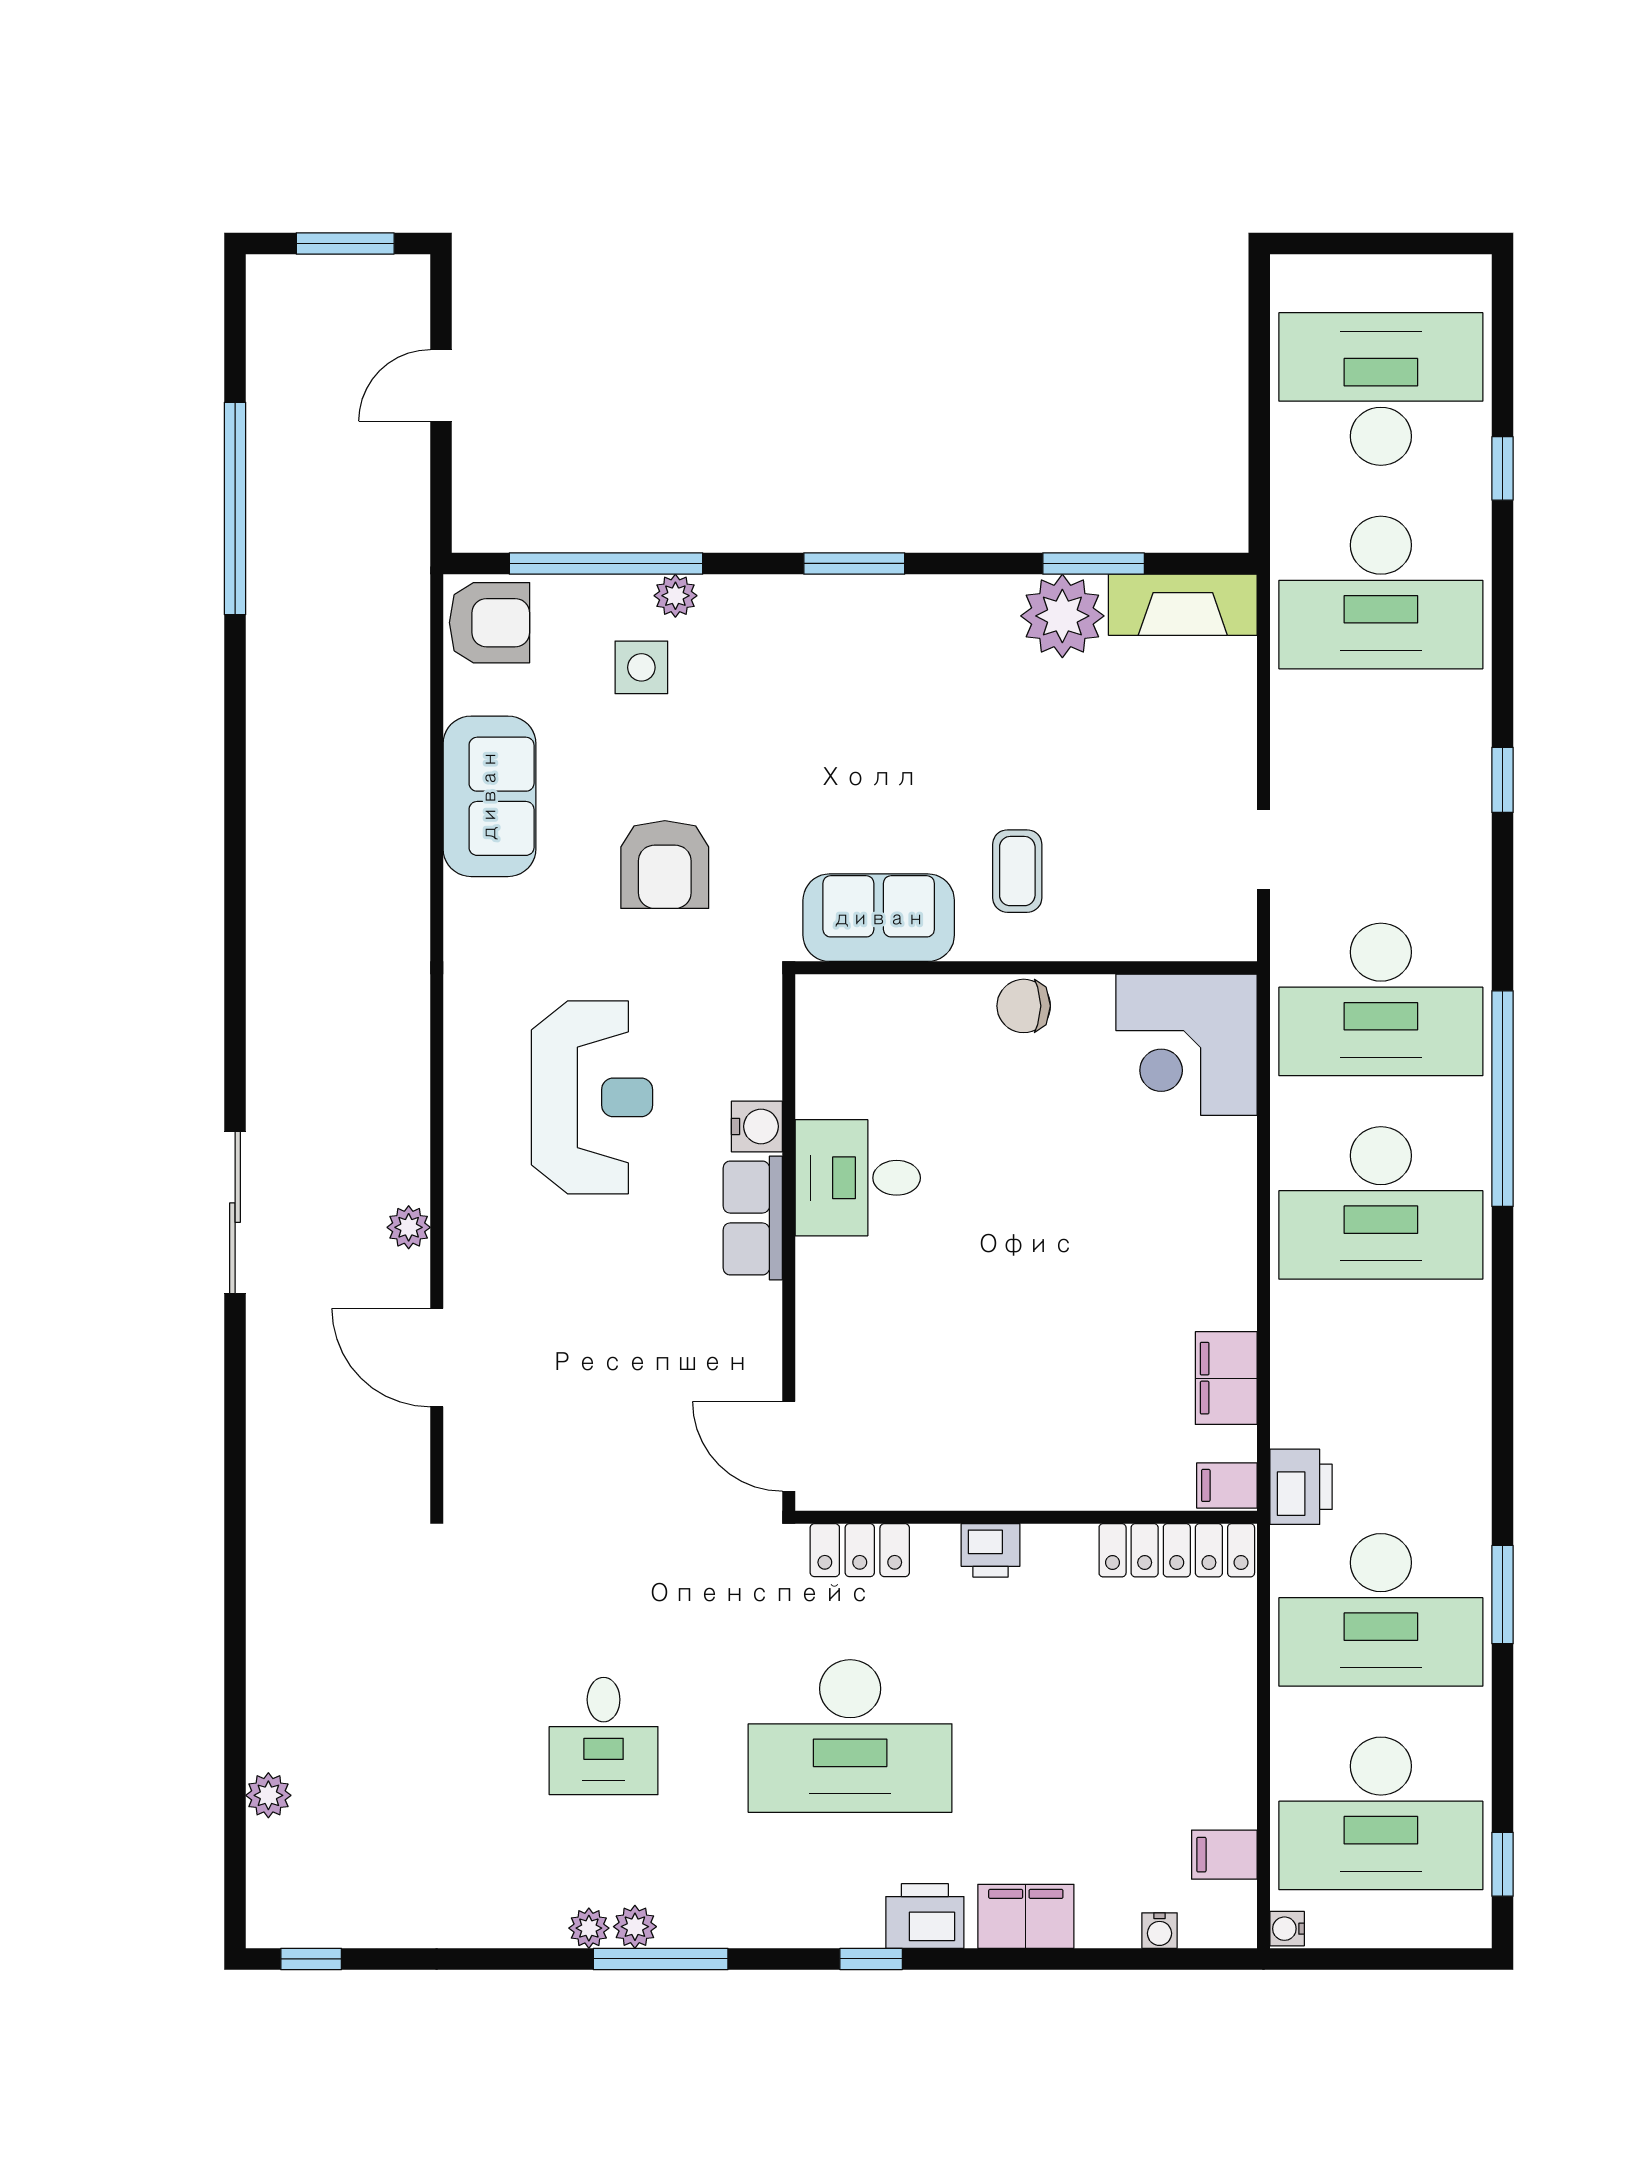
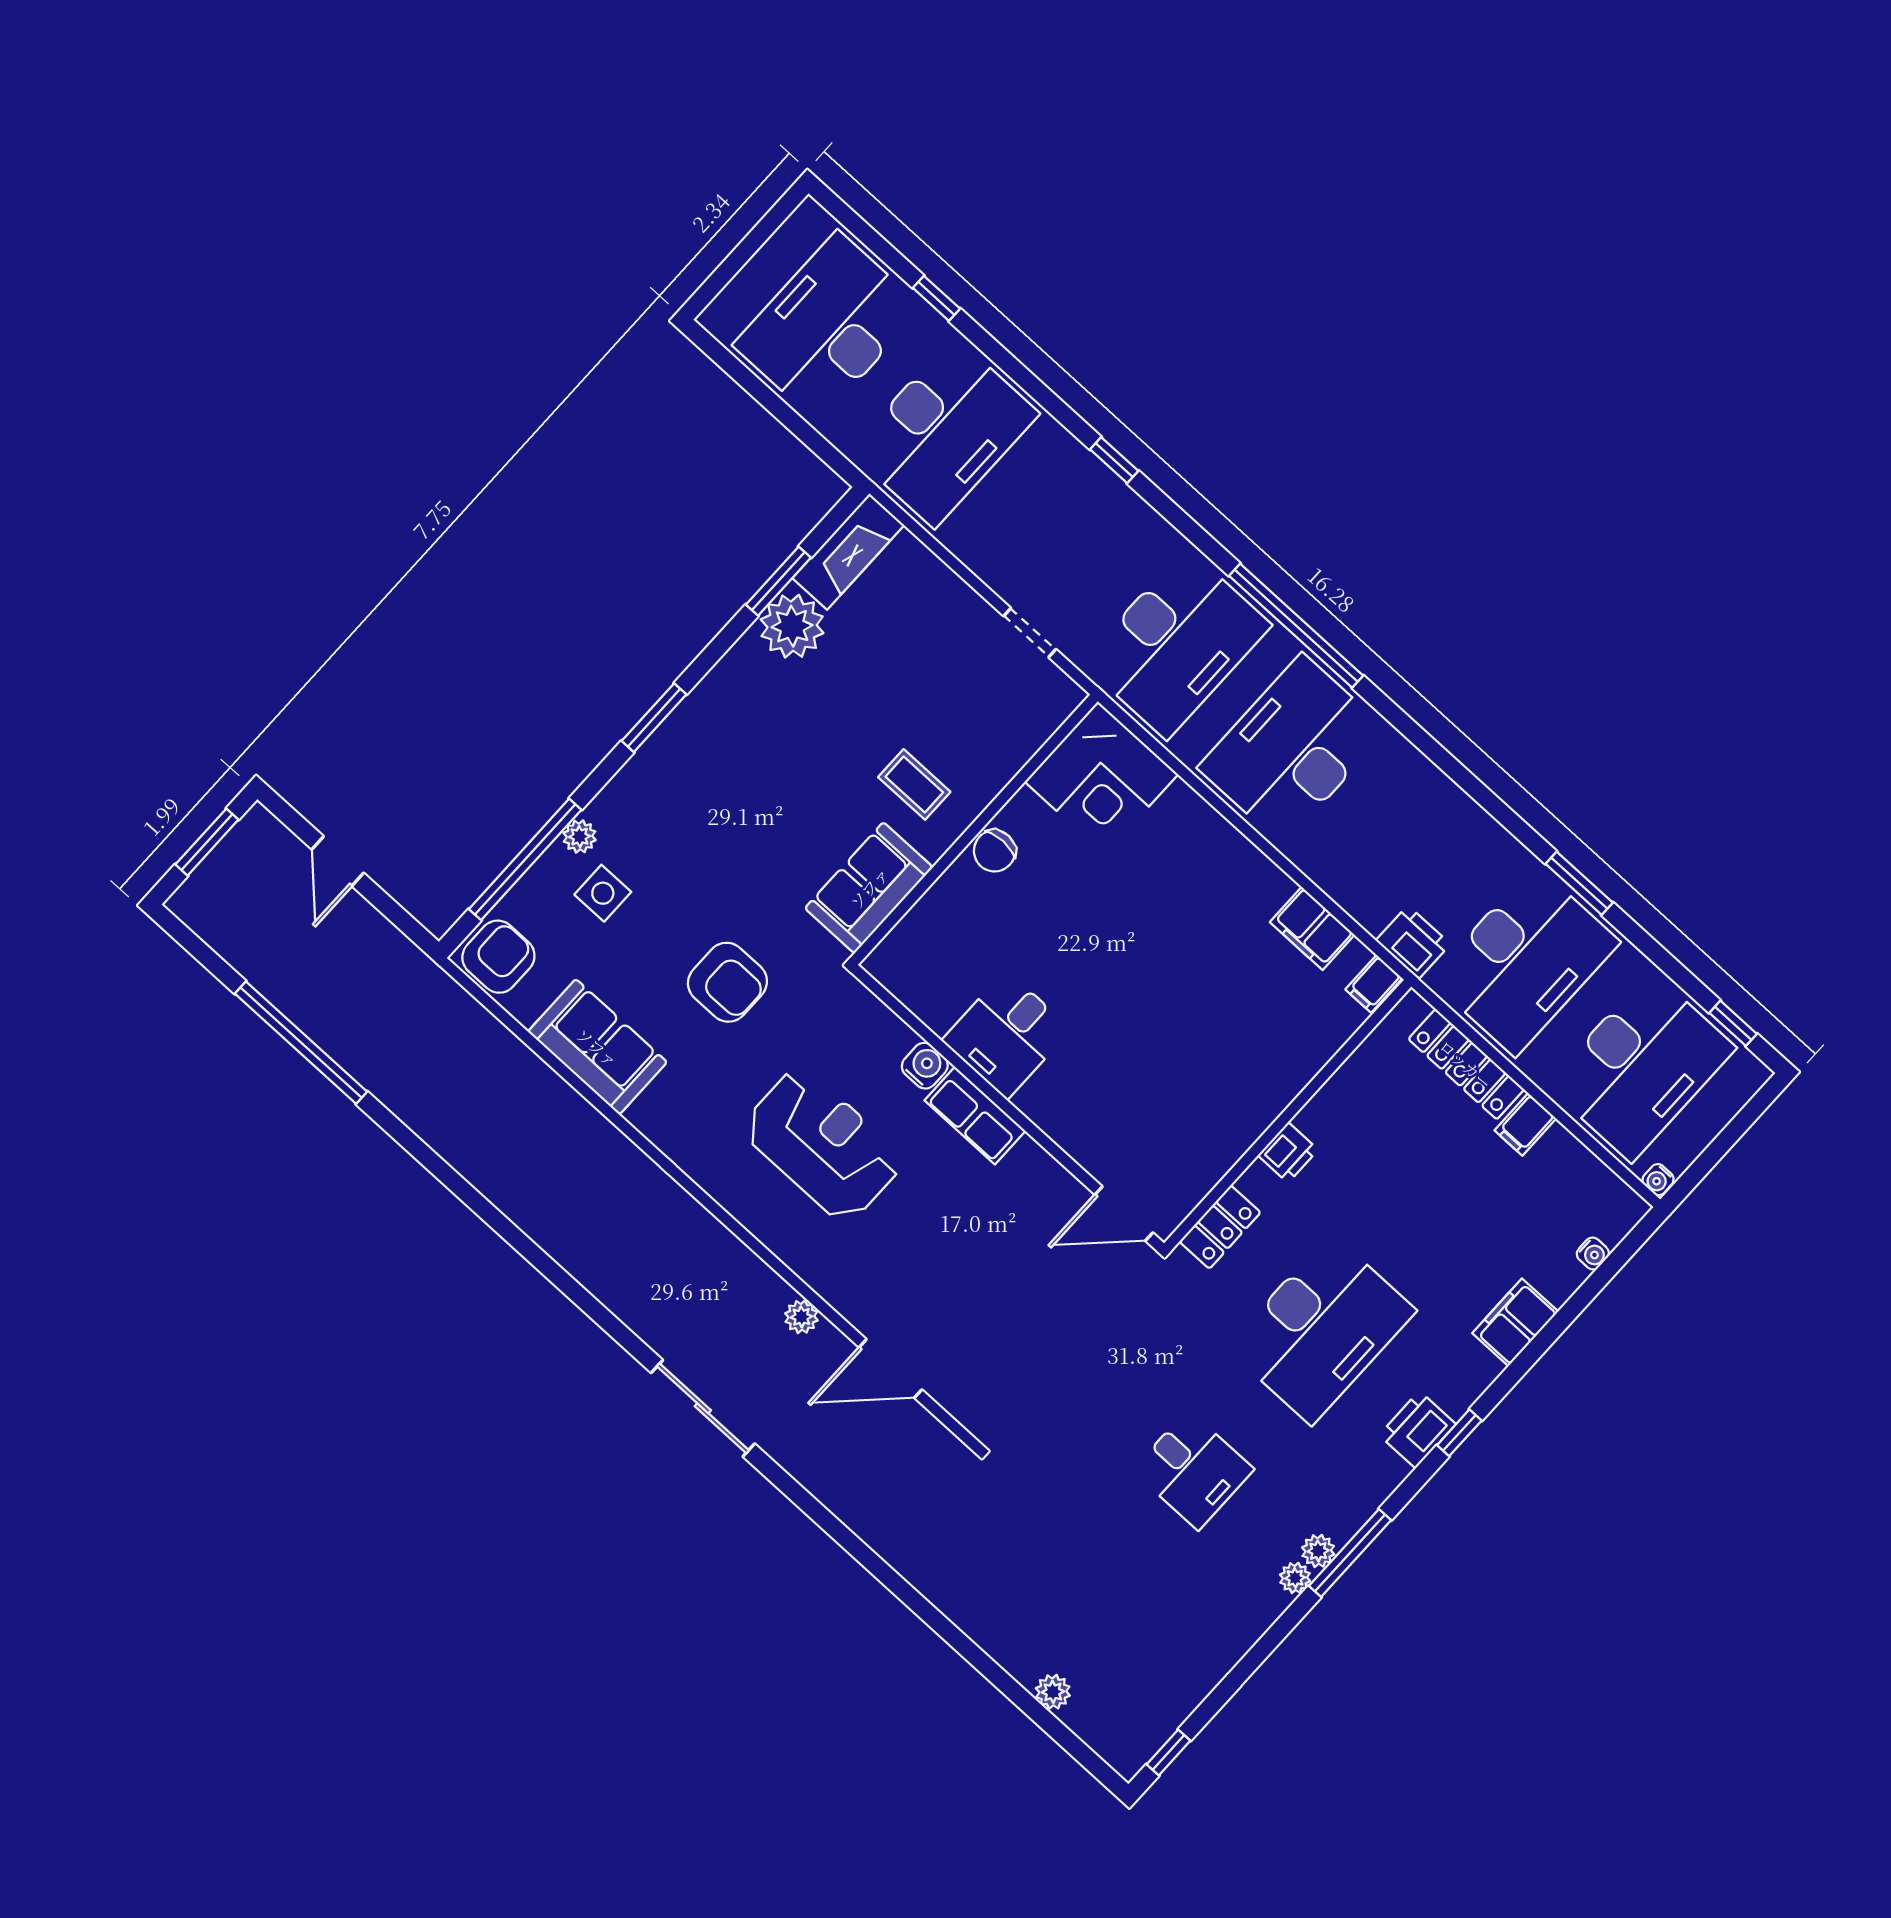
desk: (1381, 1203) -> (1293, 749), turned 180
locker: (1177, 1550) -> (1466, 1064), moved, turned 90
filing cabinet: (1224, 1855) -> (1525, 1124), moved
printer: (925, 1916) -> (1417, 1430), moved

